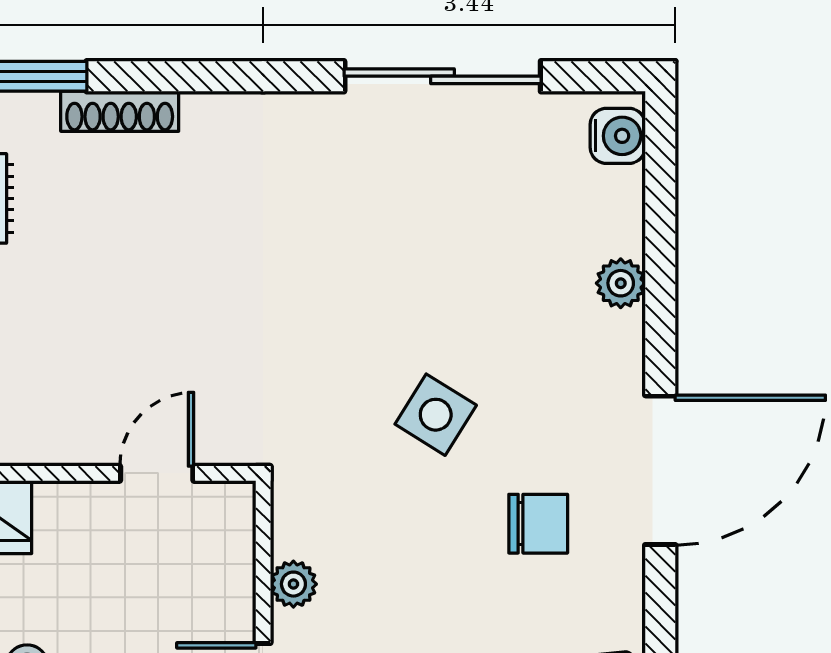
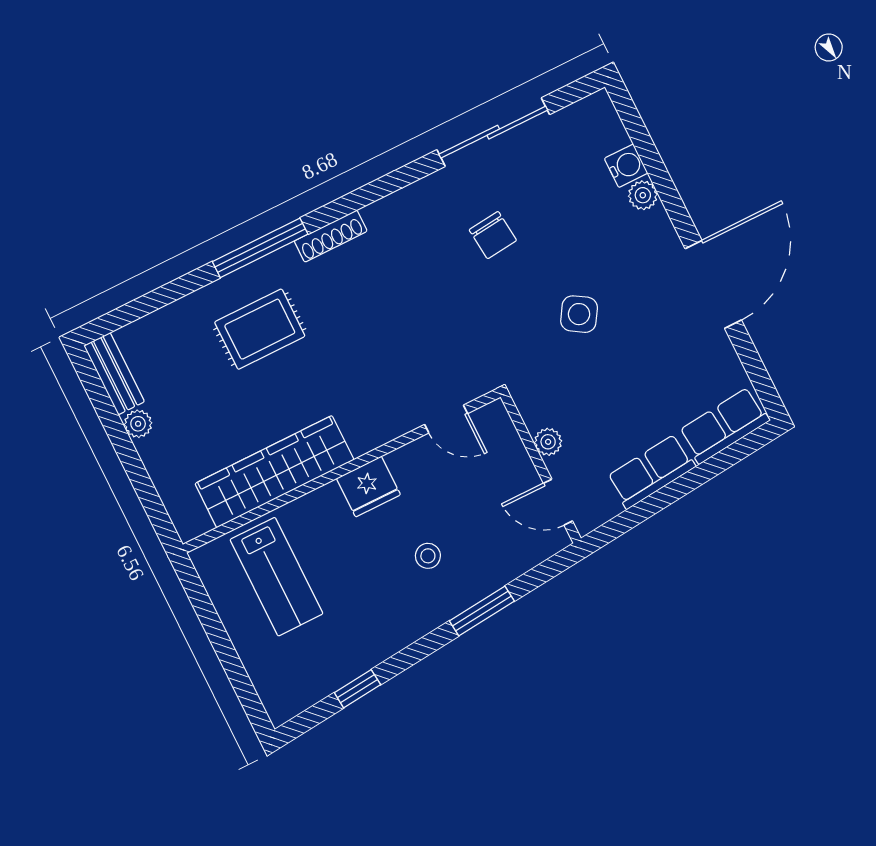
water cooler: (618, 136) -> (626, 166), moved
door: (157, 473) -> (446, 419), swing flipped
chair: (538, 524) -> (493, 235), moved, turned 84

